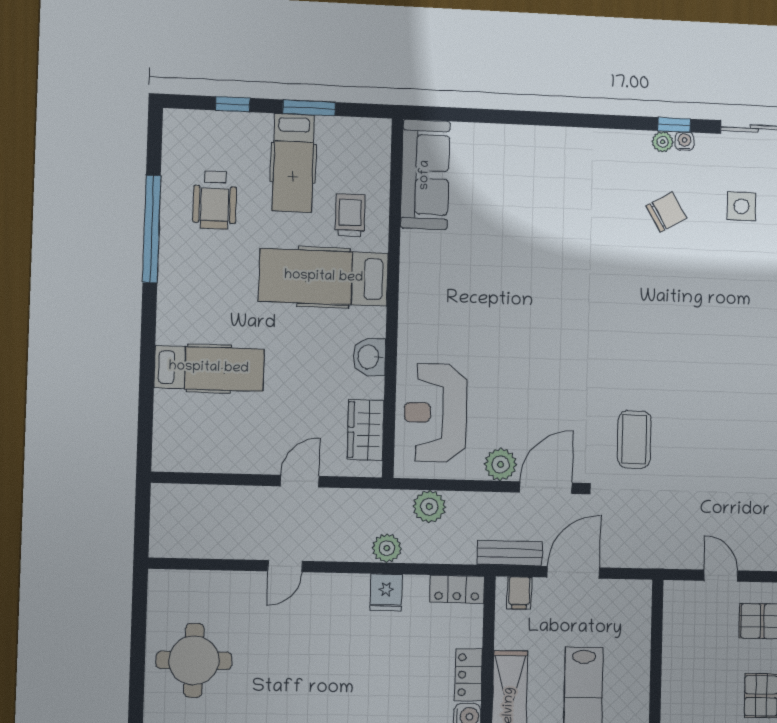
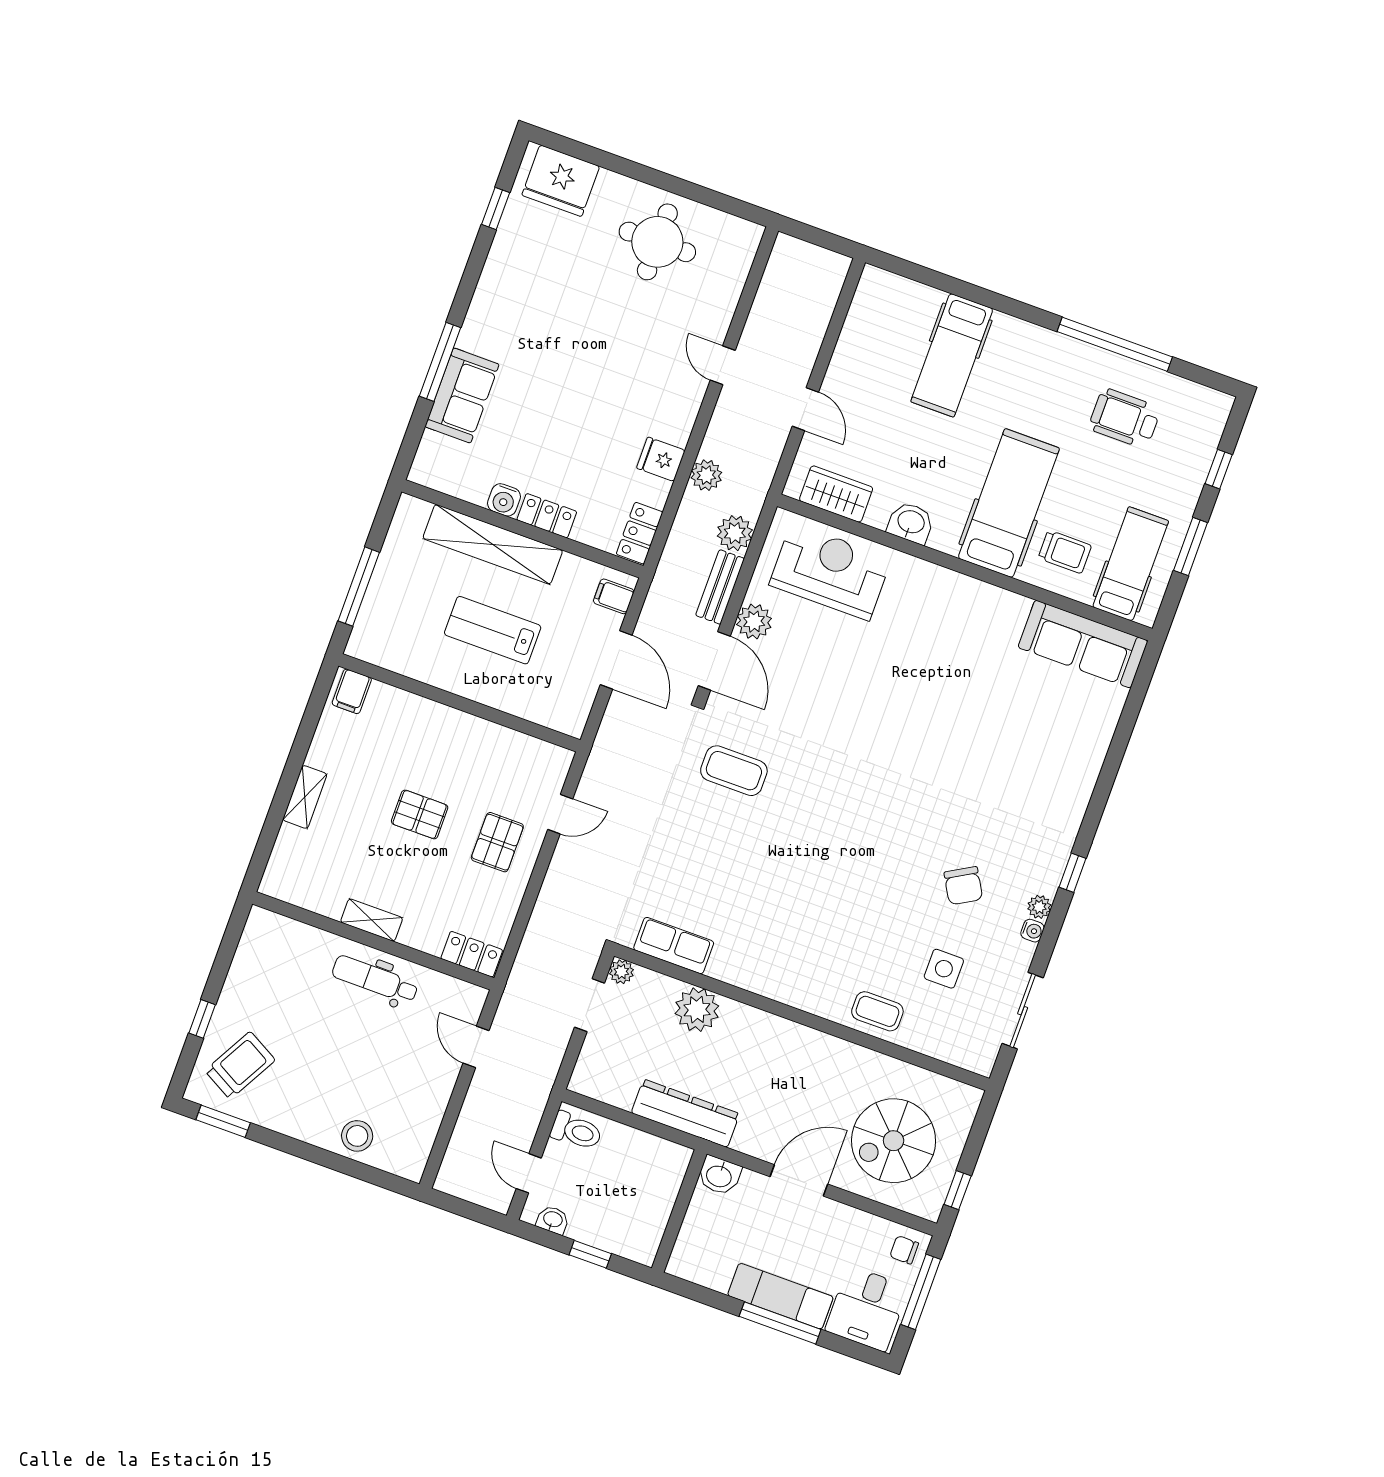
window: (674, 125) -> (1072, 873), moved
hospital bed: (293, 163) -> (1131, 564), moved, turned 90
bench: (510, 553) -> (720, 587), moved

